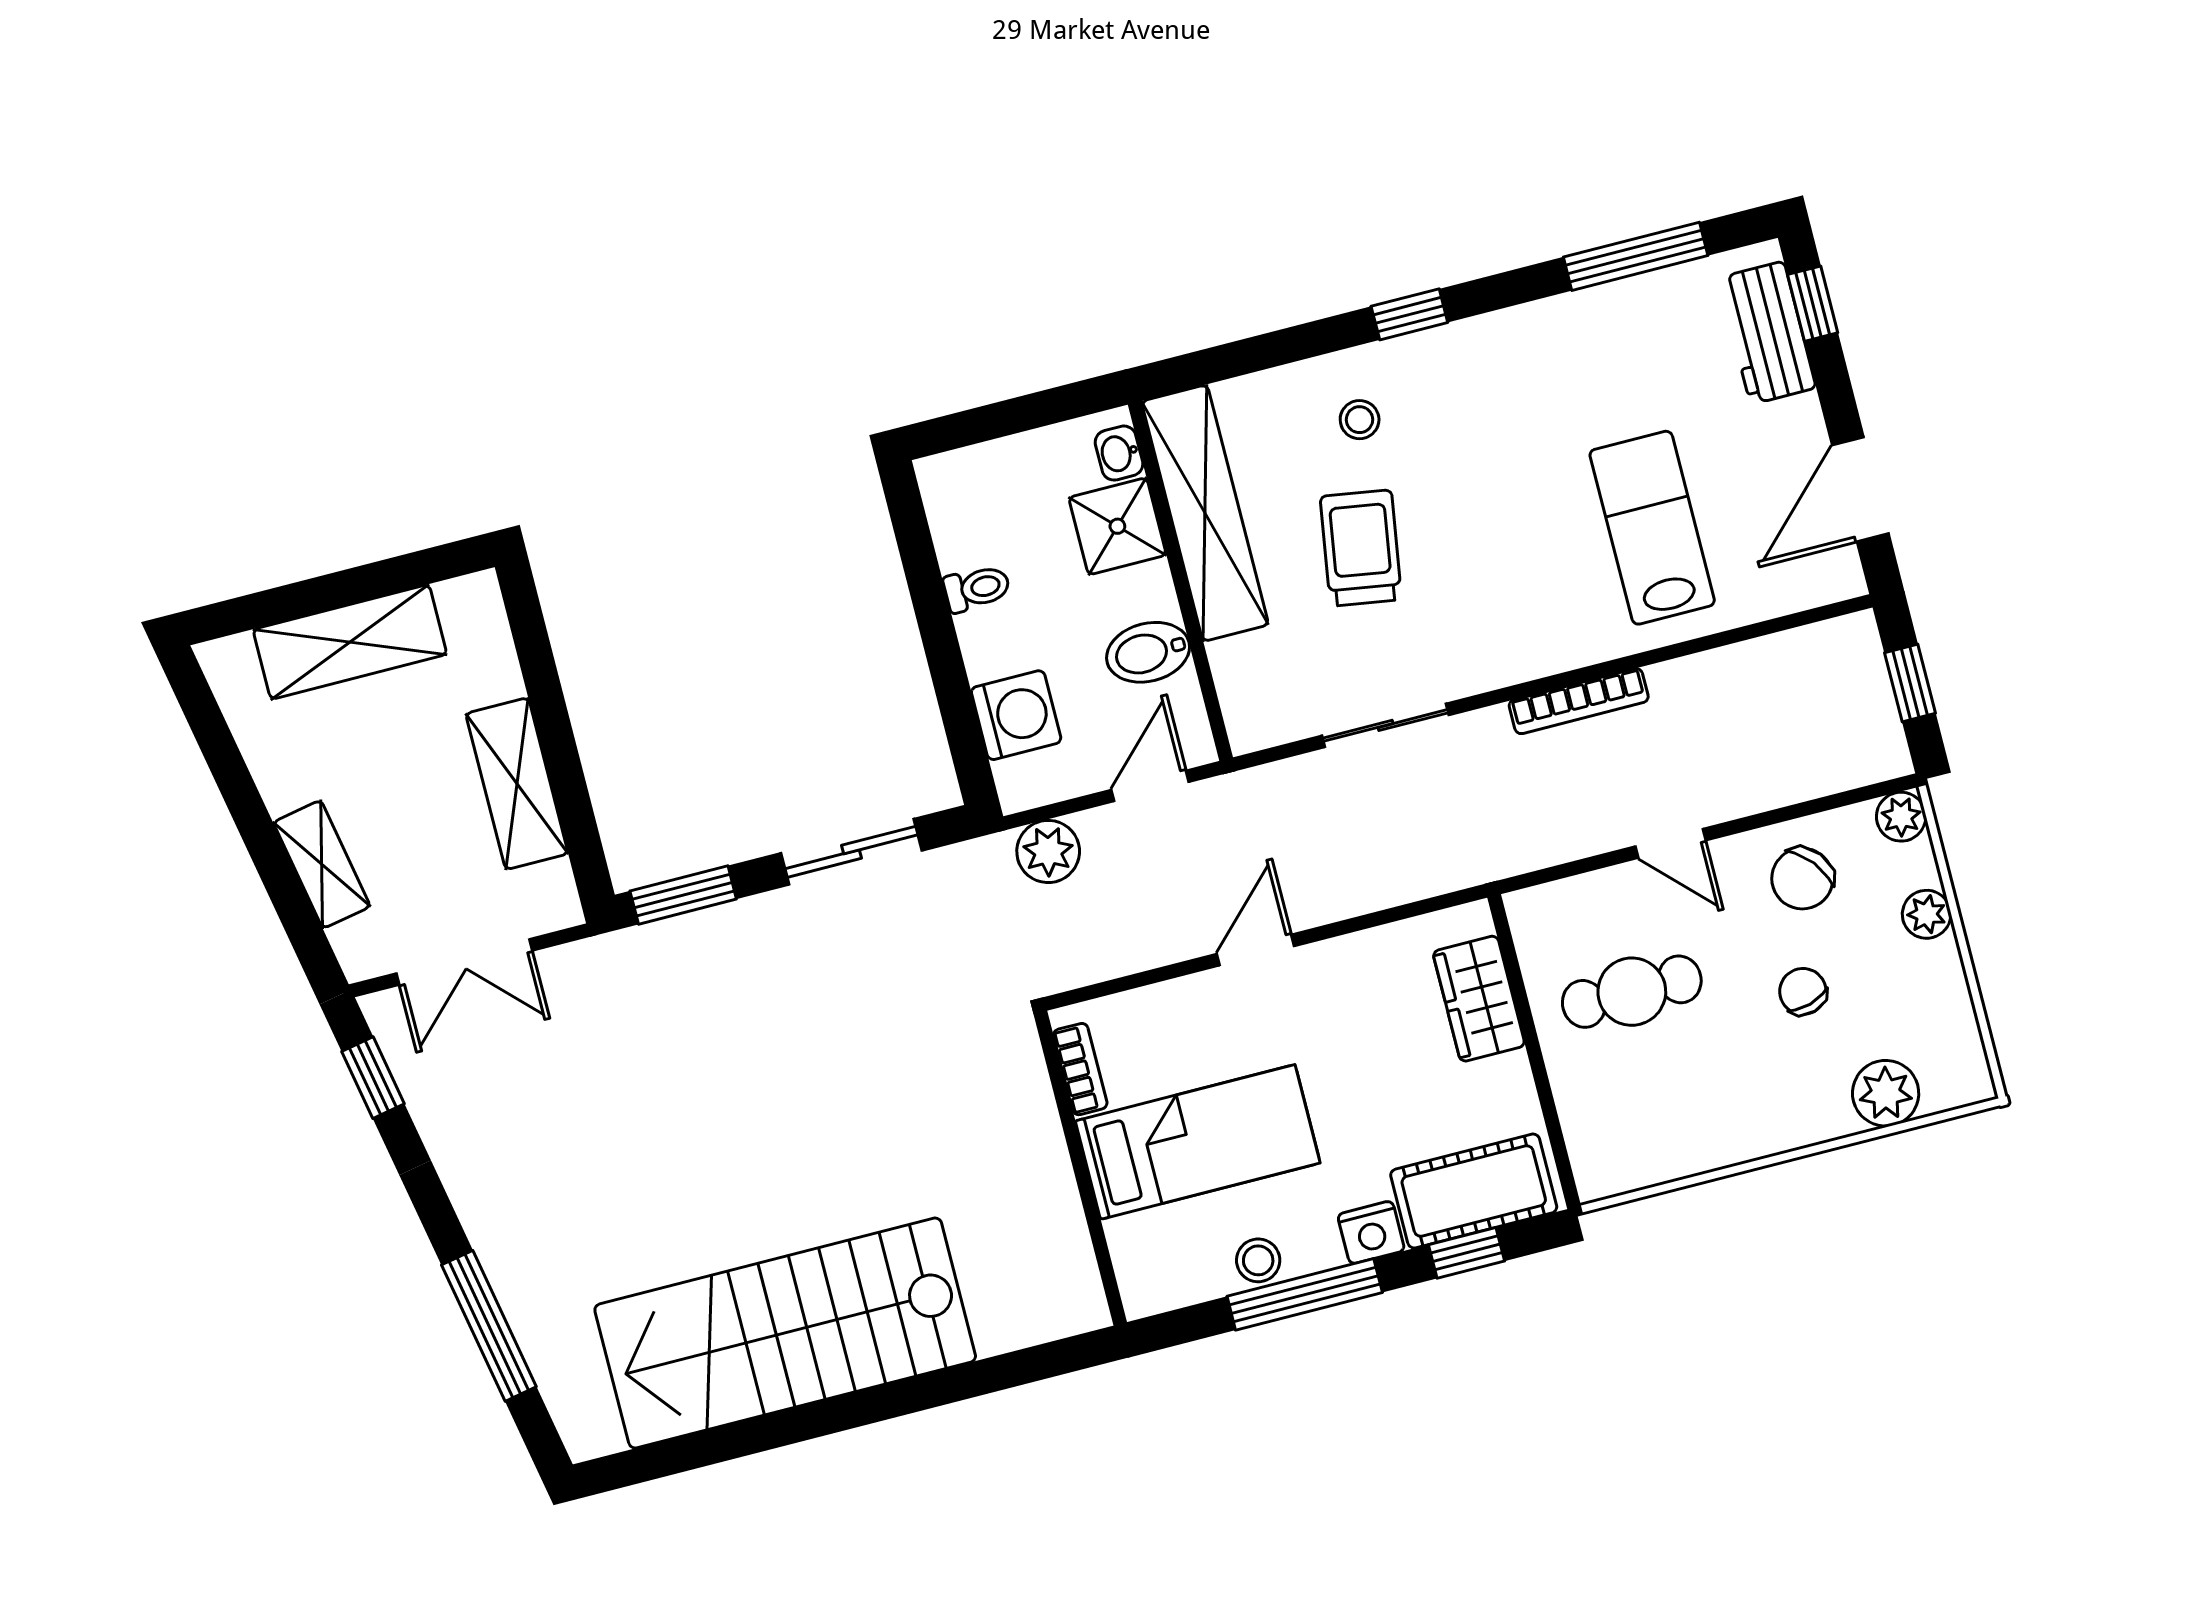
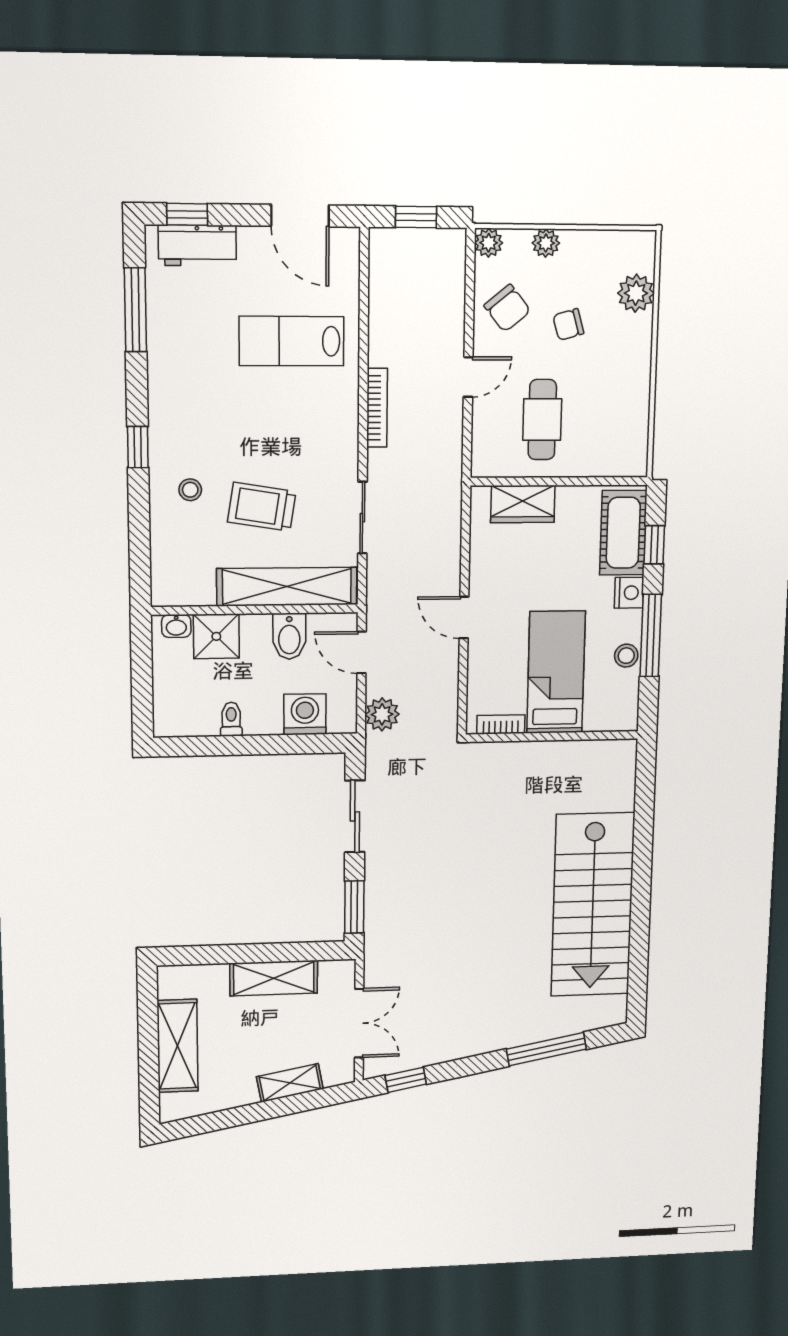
shelving: (1205, 513) -> (287, 587), moved

